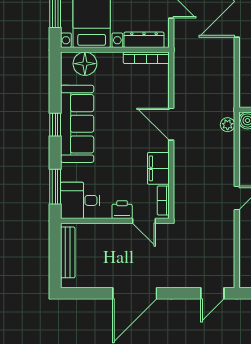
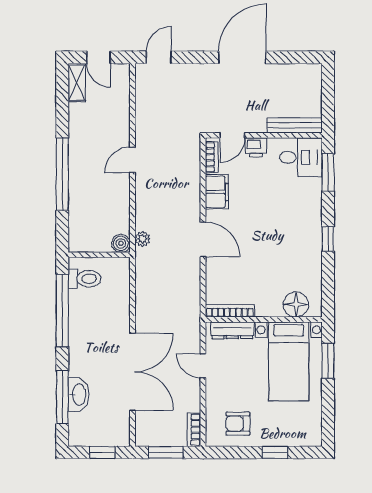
sofa: (77, 124) -> (304, 240), removed
door: (144, 221) -> (232, 135), swing flipped
bench: (68, 252) -> (295, 125), moved, turned 90

